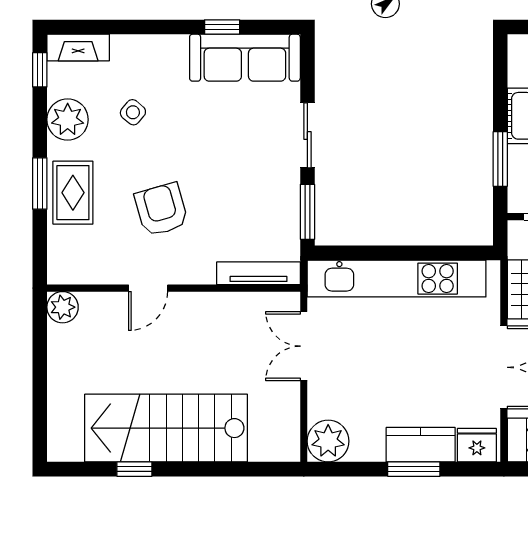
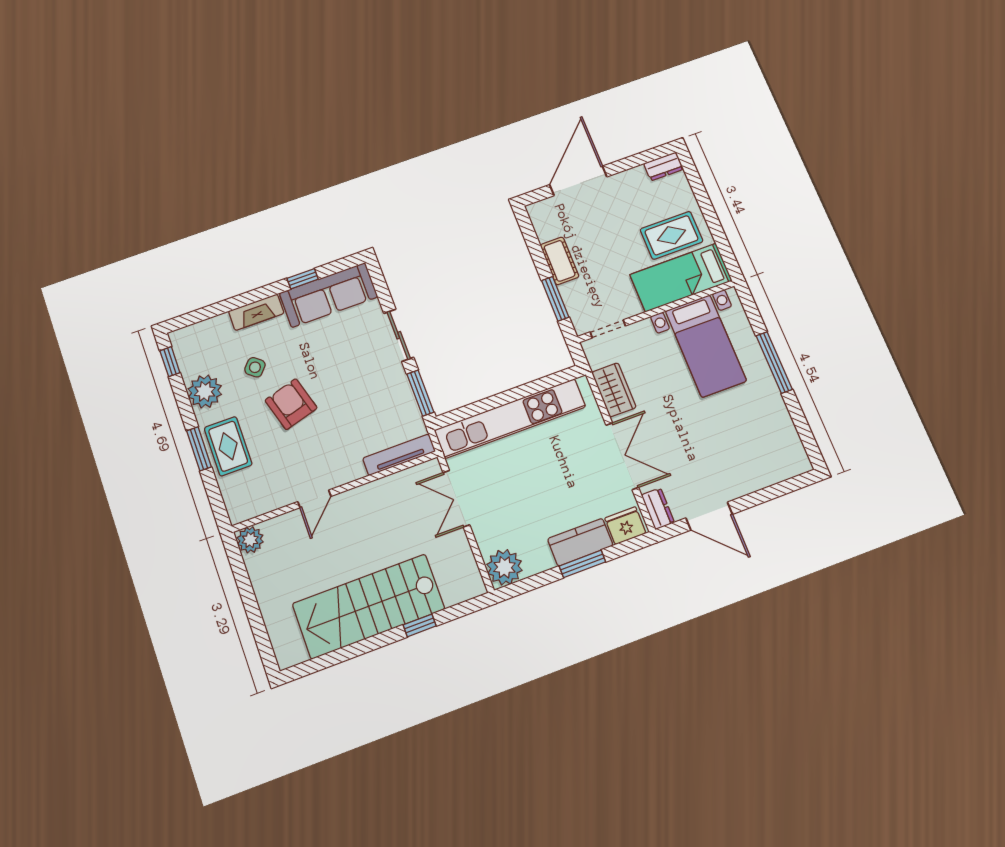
fireplace: (78, 47) -> (256, 312), moved
armchair: (161, 210) -> (291, 404), moved
window: (134, 469) -> (420, 625), moved

